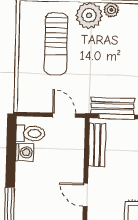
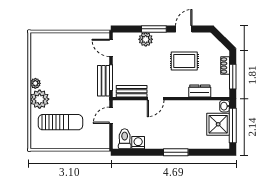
door: (85, 195) -> (156, 99), moved

